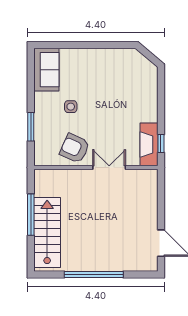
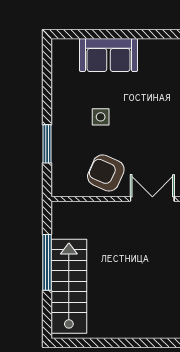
sofa: (46, 70) -> (109, 55), moved, turned 90
window: (94, 274) -> (132, 343), removed

